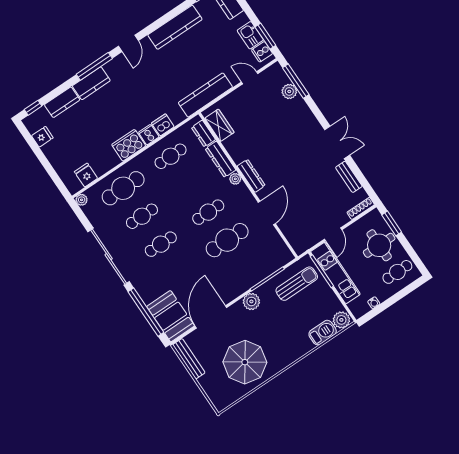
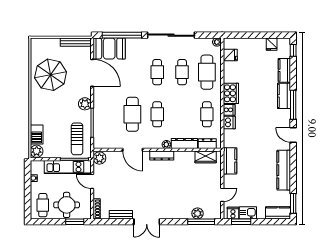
kitchen counter: (205, 95) -> (230, 161), width x0.67
plant: (301, 244) -> (99, 158), added

